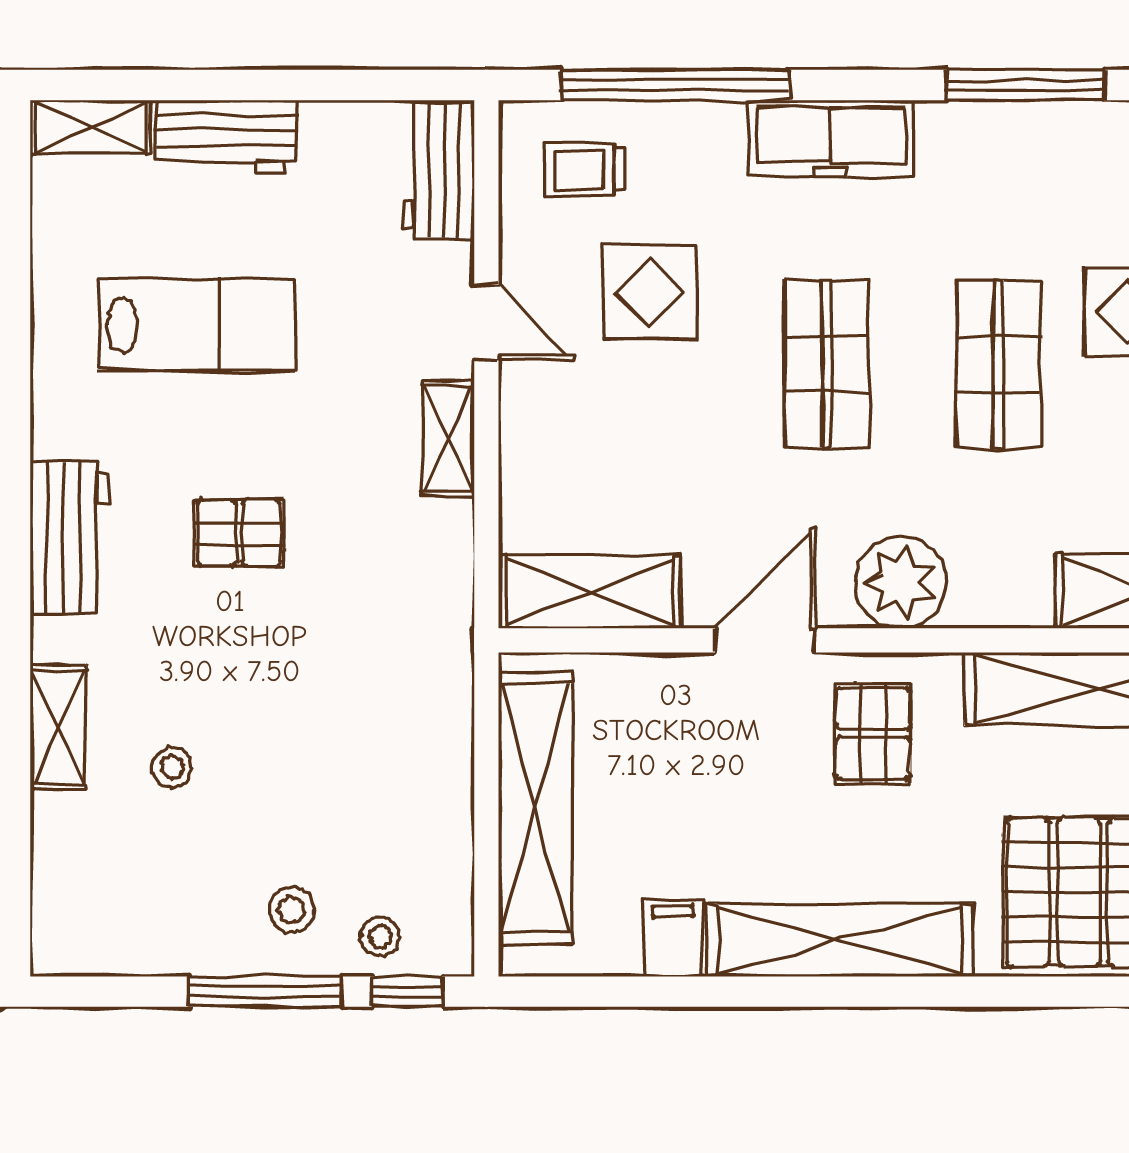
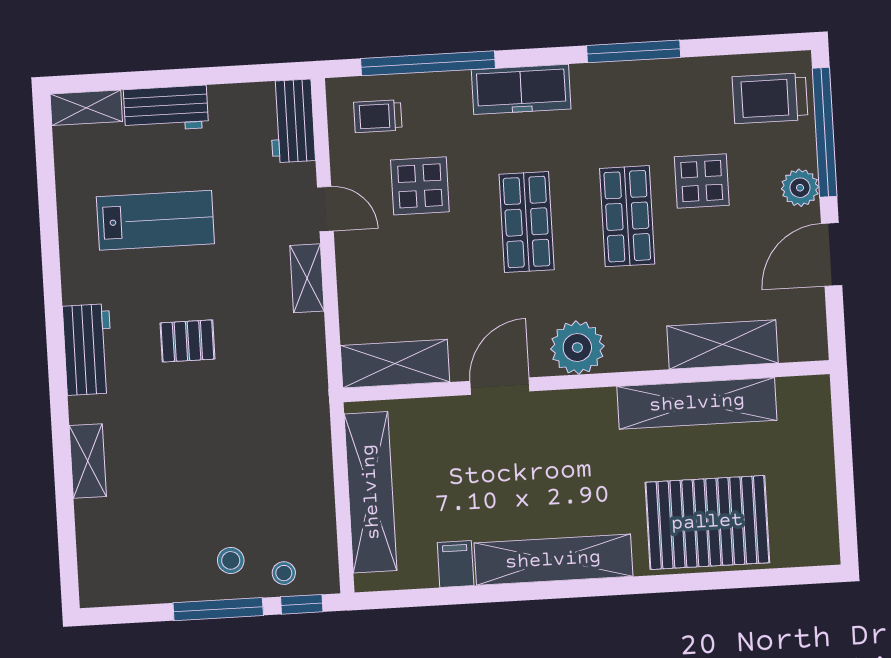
pallet: (873, 733) -> (566, 437), removed
stool: (172, 767) -> (156, 481), removed

